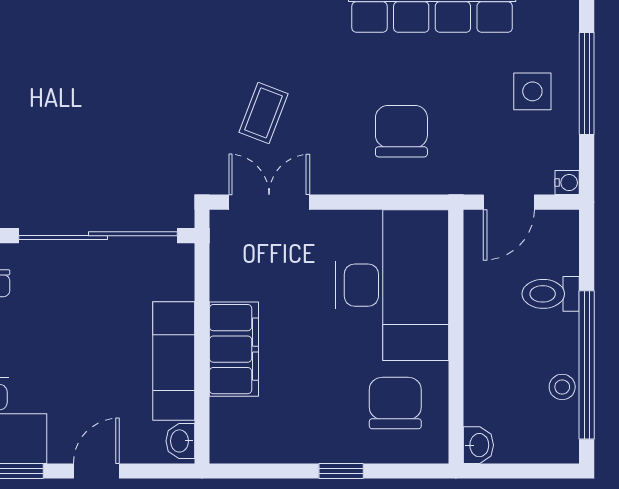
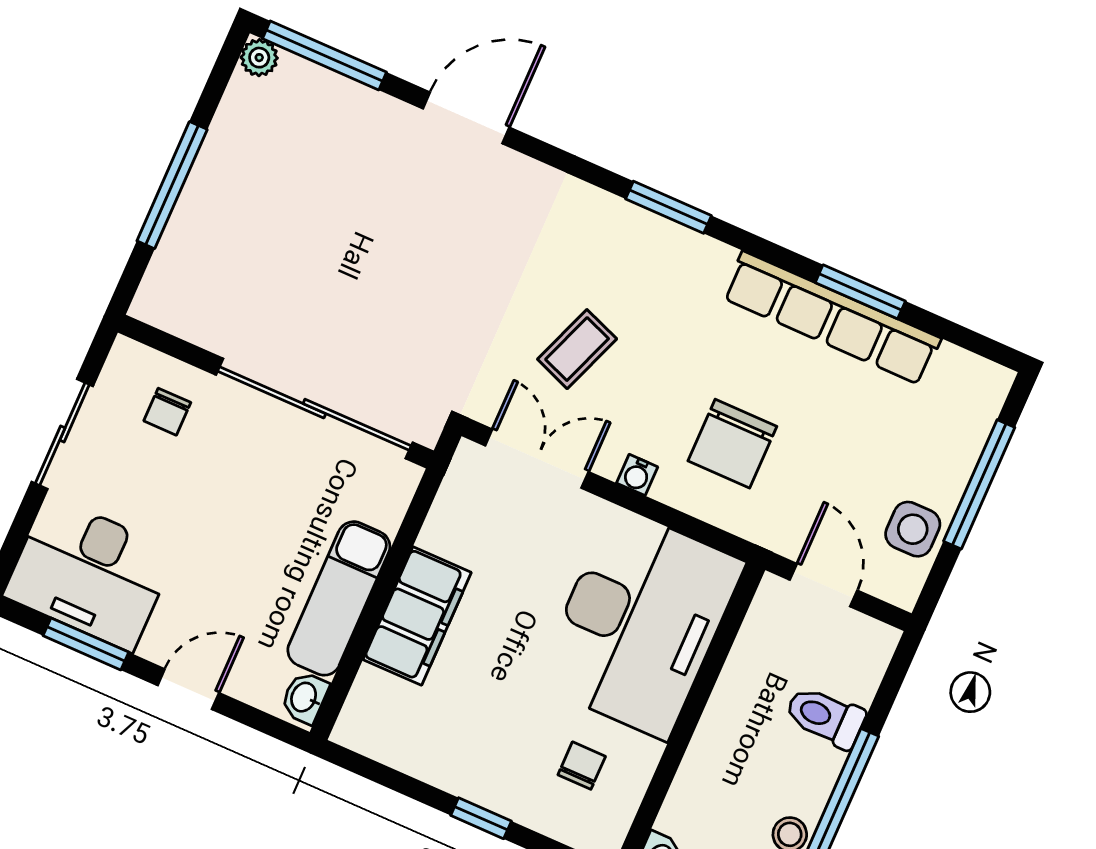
side table: (532, 91) -> (913, 529), moved
chair: (401, 131) -> (732, 444), turned 180
water cooler: (567, 183) -> (637, 475), moved, turned 90
door: (509, 202) -> (824, 585), swing flipped
chair: (395, 403) -> (582, 766), width x0.54, depth x0.54

